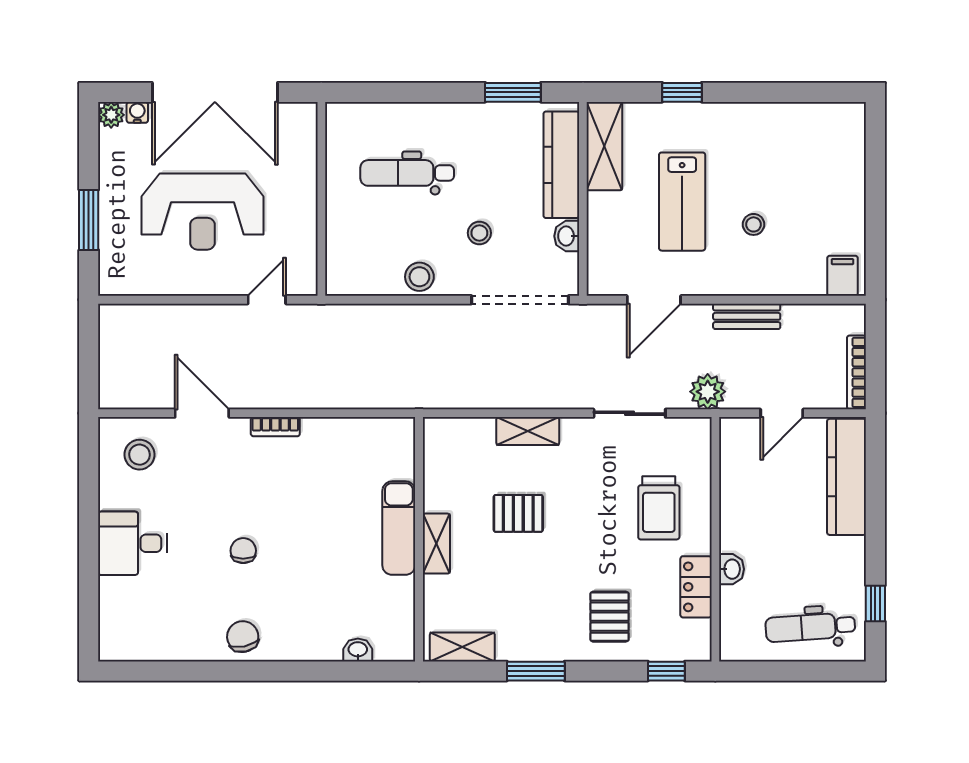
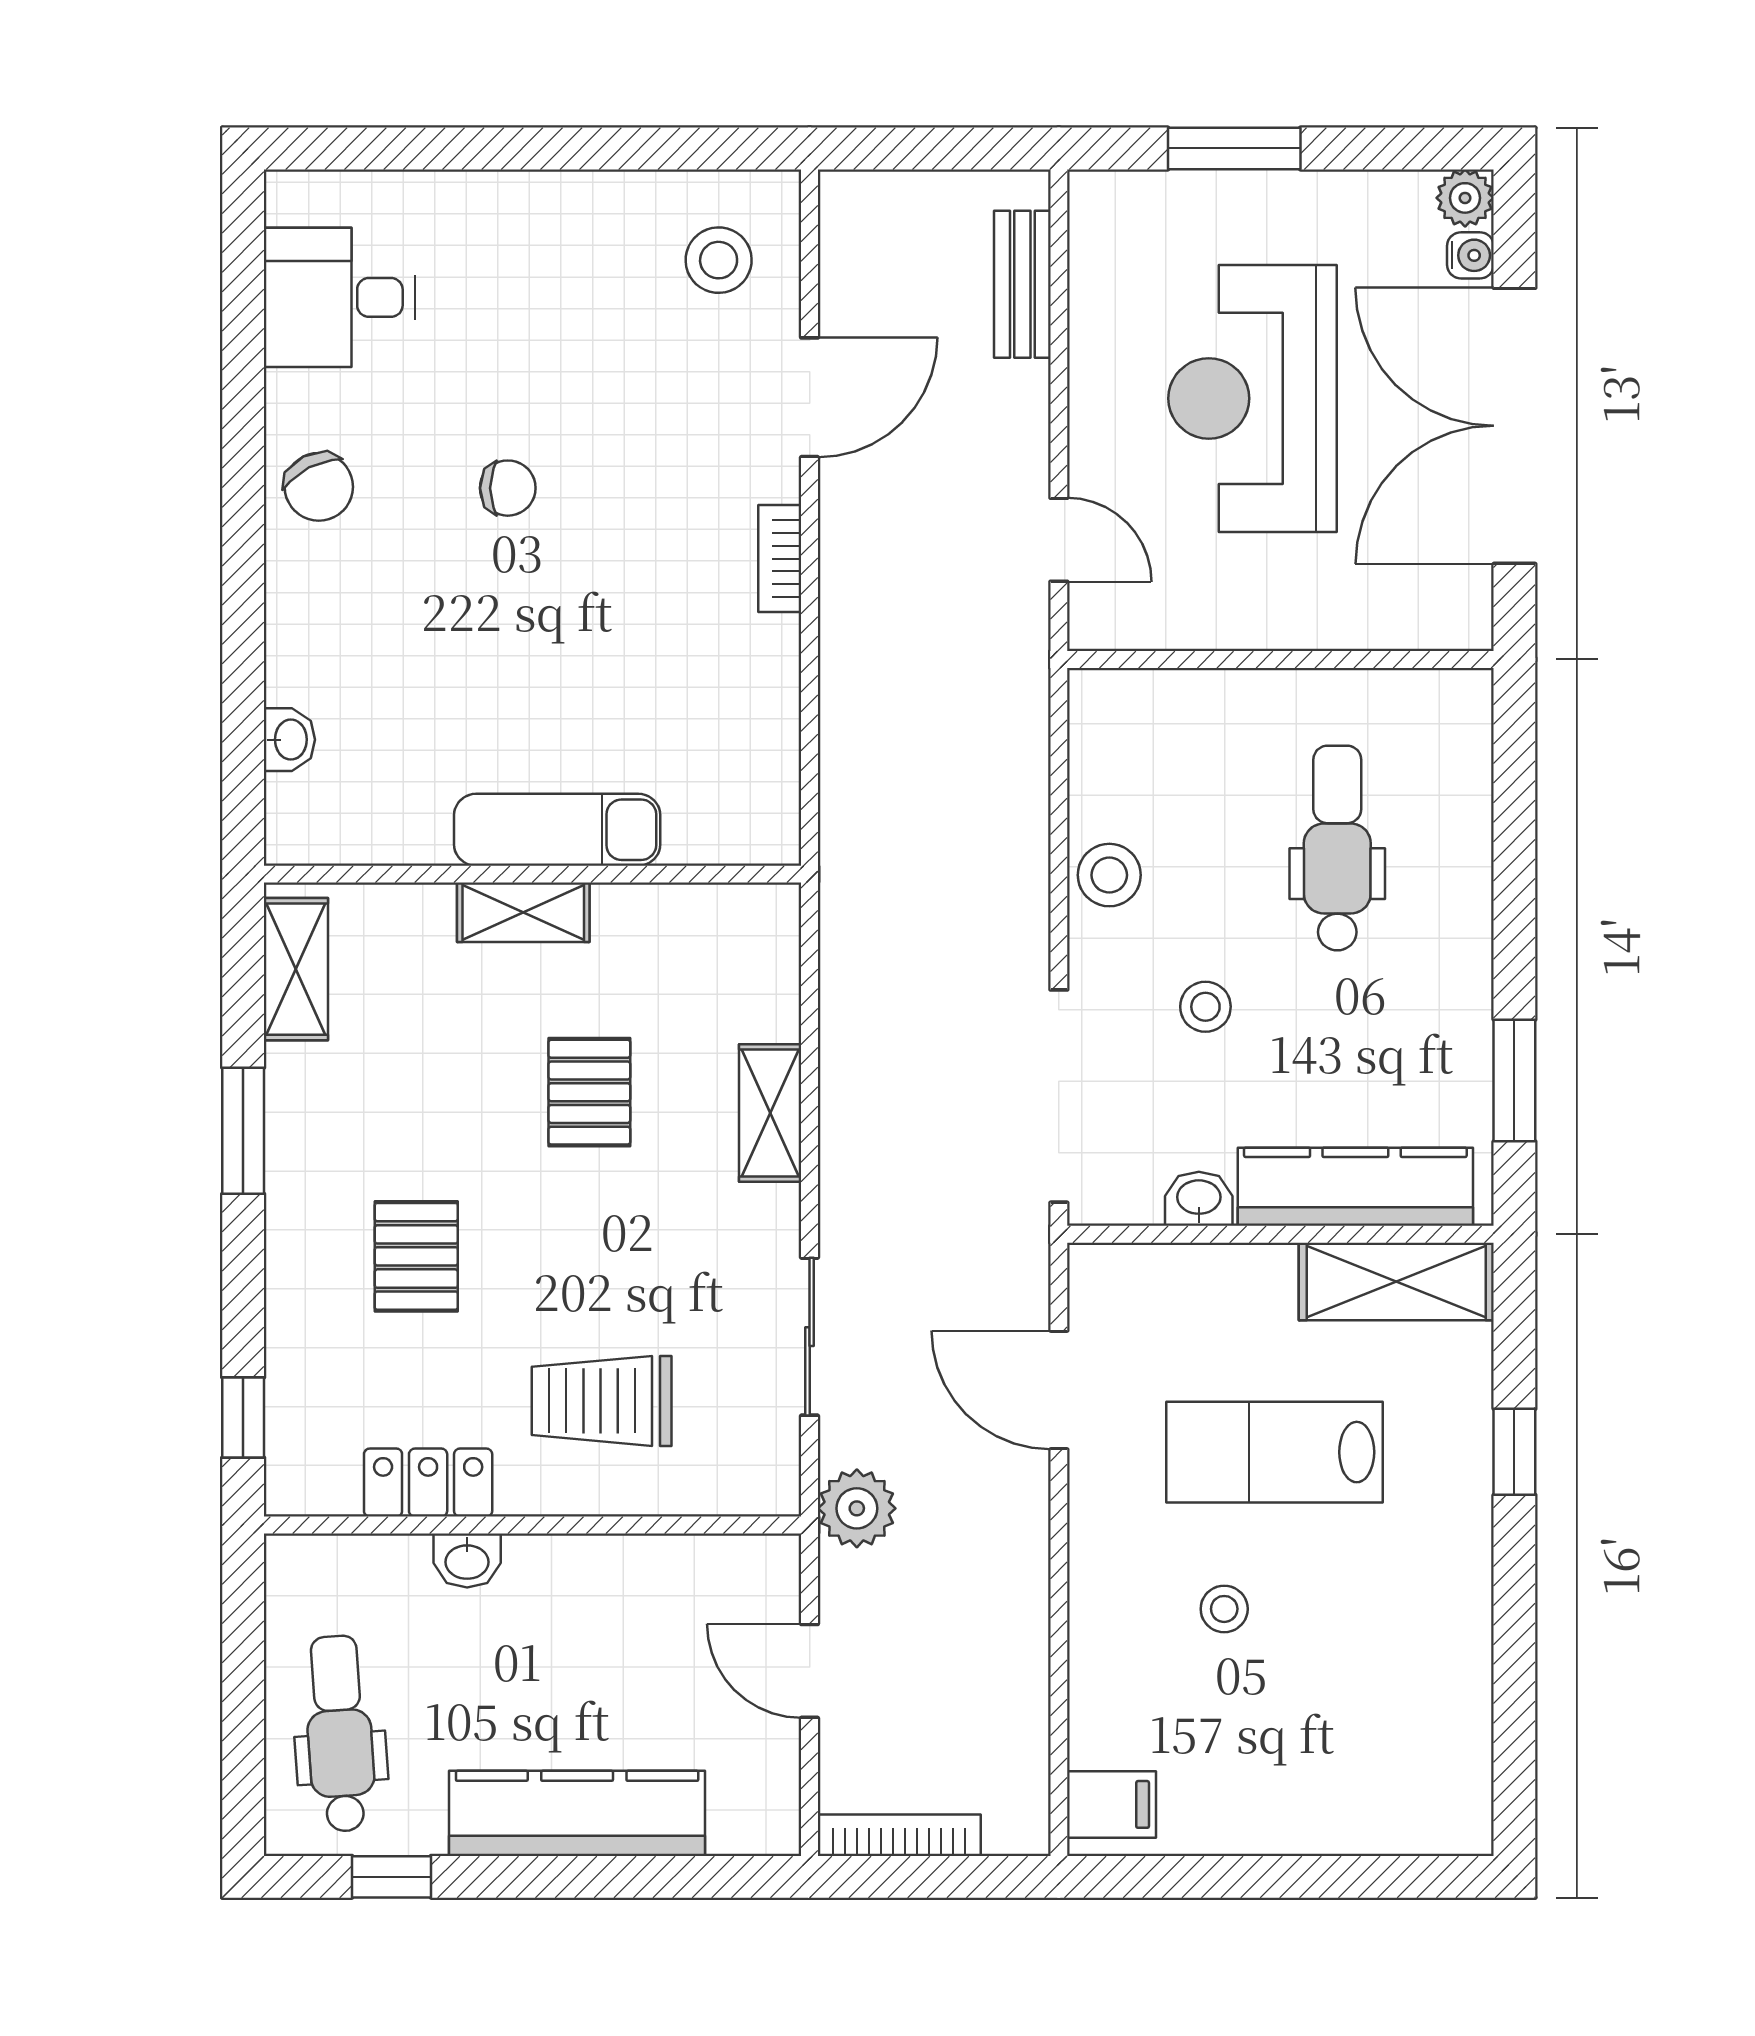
bench: (747, 316) -> (1022, 284), moved
kitchen counter: (847, 477) -> (577, 1813), moved
desk: (132, 543) -> (339, 297), moved, turned -90
pallet: (610, 617) -> (416, 1256), moved, turned 90
chair: (243, 637) -> (319, 487), turned 75

